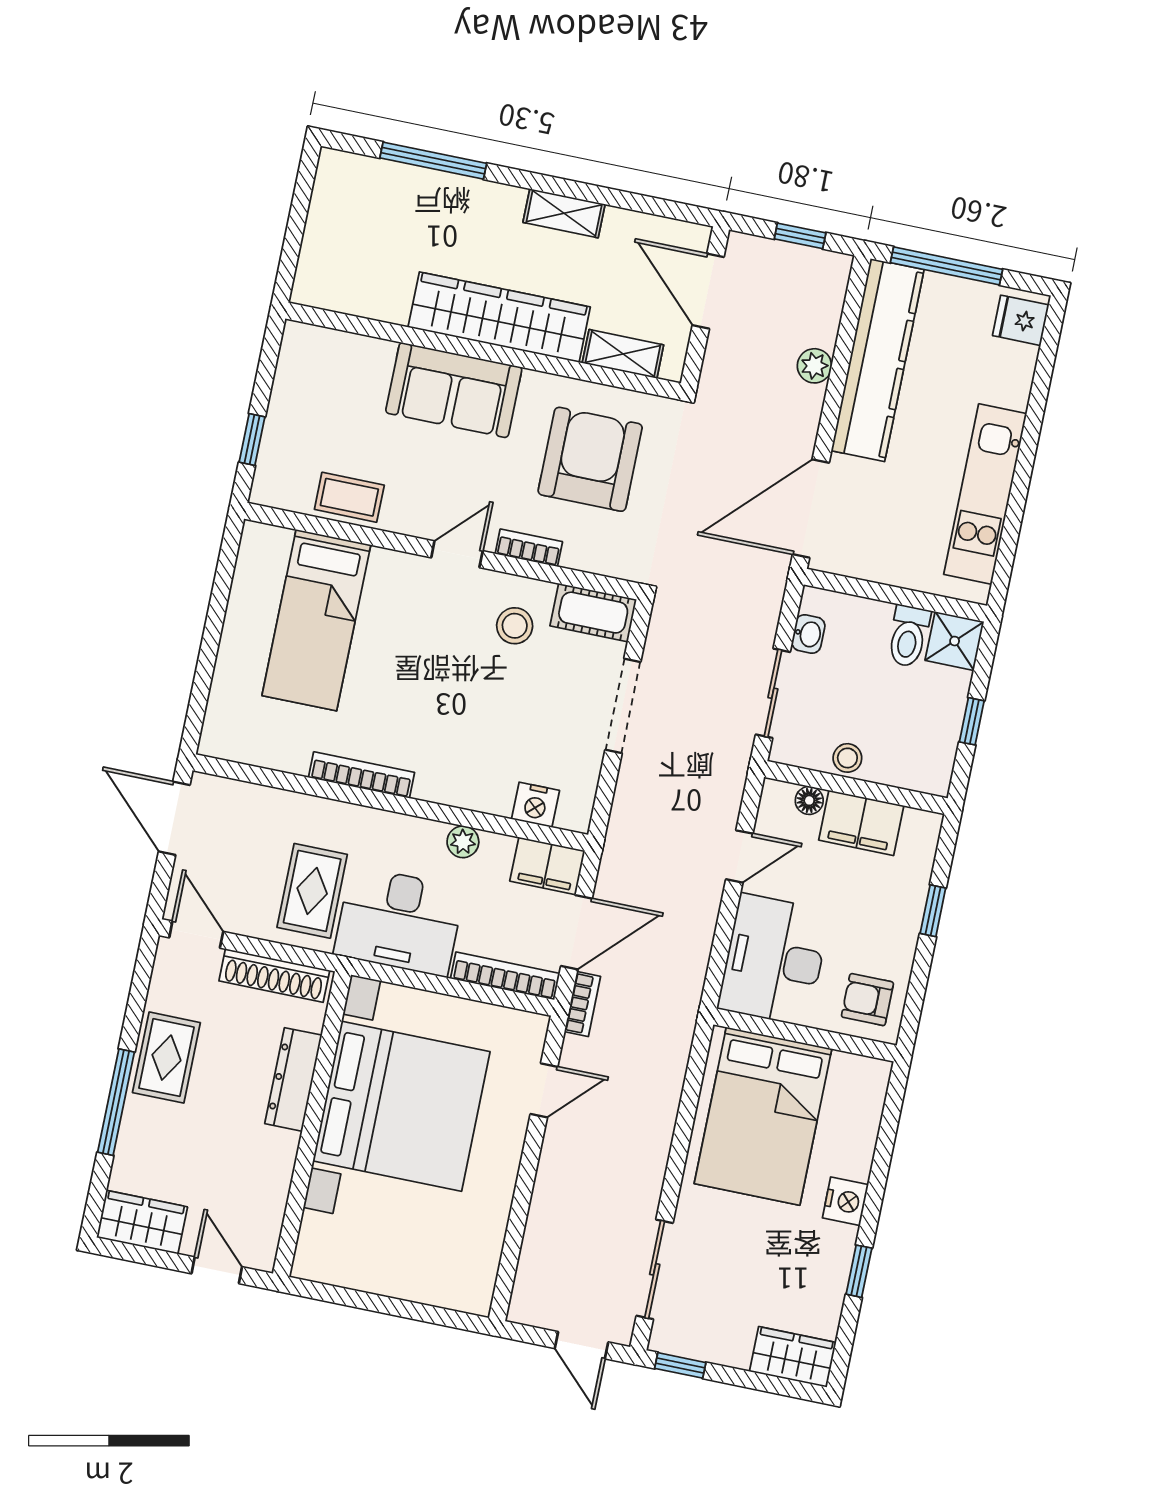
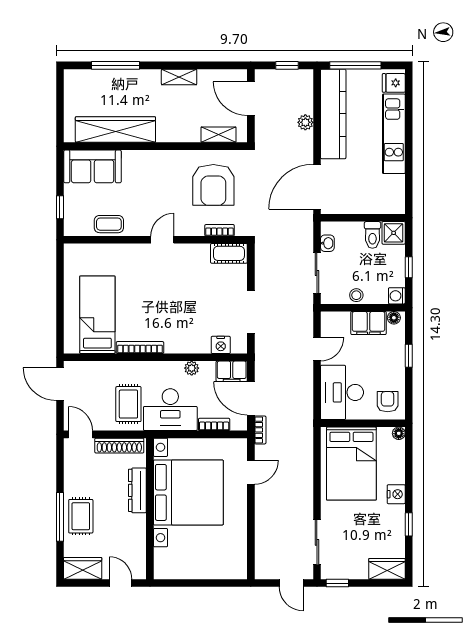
wardrobe: (499, 317) -> (115, 130), moved
sofa: (454, 390) -> (93, 166), moved
armchair: (590, 459) -> (213, 185), turned 180
kitchen unit: (985, 494) -> (394, 134), moved
bookcase: (529, 548) -> (220, 230), moved
bed: (316, 620) -> (97, 315), moved, turned 180
stool: (515, 626) -> (195, 267), removed
doorway: (623, 706) -> (251, 312), moved
washing machine: (934, 777) -> (397, 296), added
floor lamp: (809, 800) -> (394, 318), moved
door: (577, 932) -> (251, 398), swing flipped
bookcase: (505, 976) -> (214, 424), width x0.64
armchair: (867, 1000) -> (388, 402), turned 90
rug: (166, 1058) -> (81, 516), moved
floor lamp: (878, 1072) -> (399, 433), added

